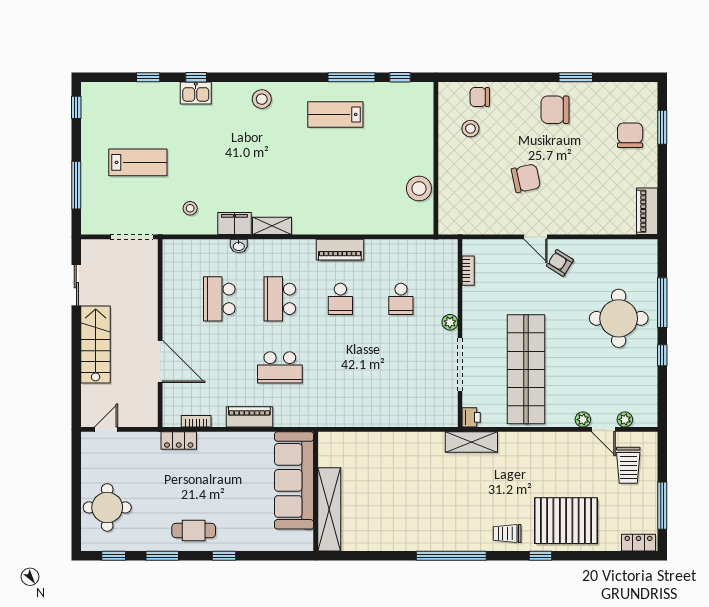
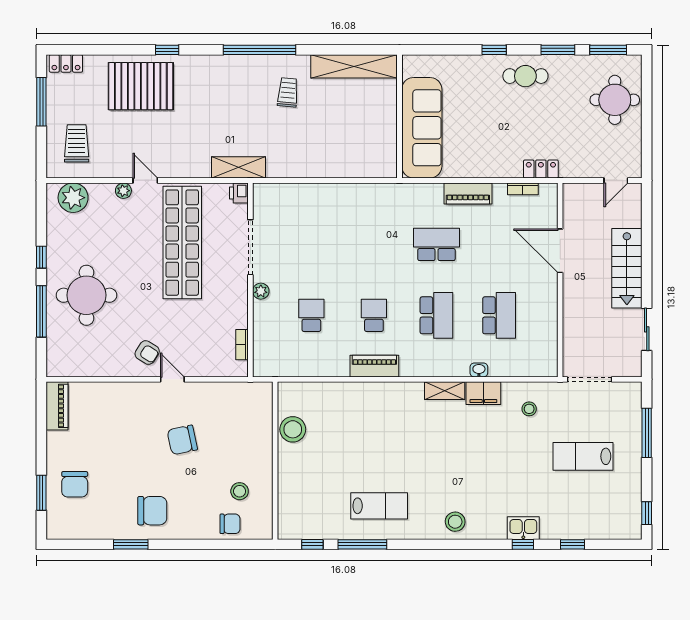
plant: (625, 419) -> (73, 198), width x1.87, depth x1.87
door: (603, 429) -> (145, 180), moved
shelving: (329, 509) -> (354, 66), moved, turned 90
trolley: (507, 533) -> (288, 92), moved, turned -85
window: (114, 556) -> (608, 50), width x1.50

